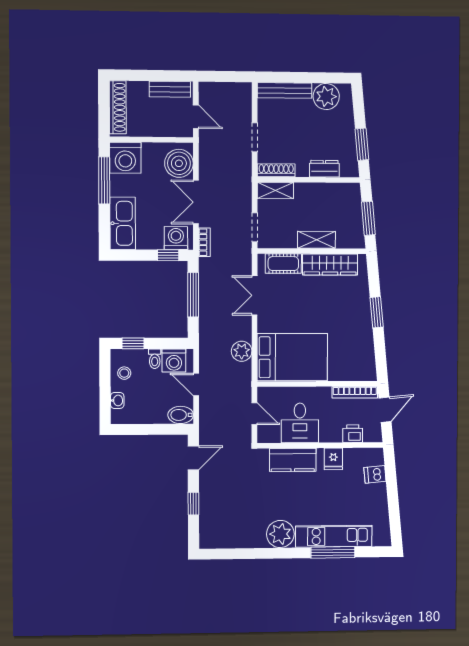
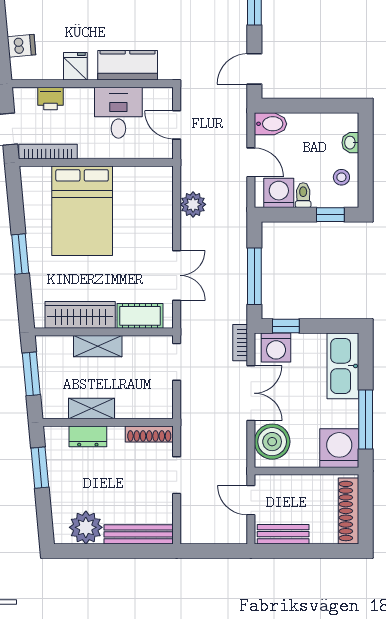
shelving: (275, 190) -> (91, 409), moved
bed: (292, 357) -> (82, 211), moved, turned -90

